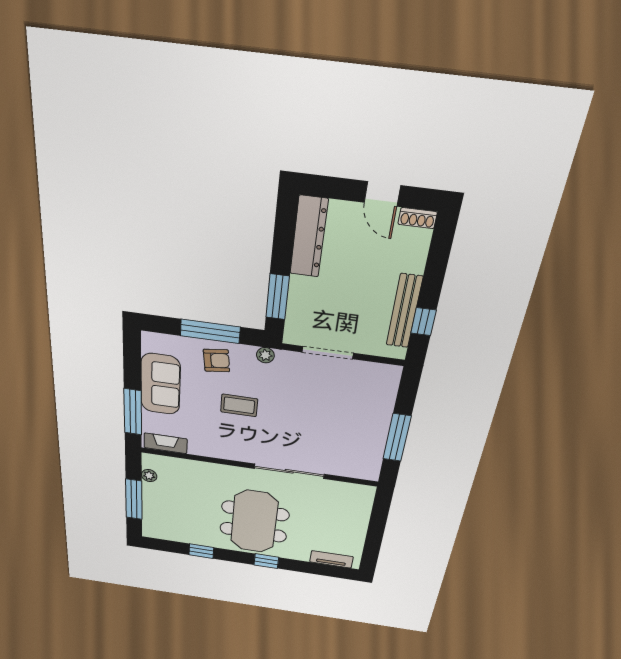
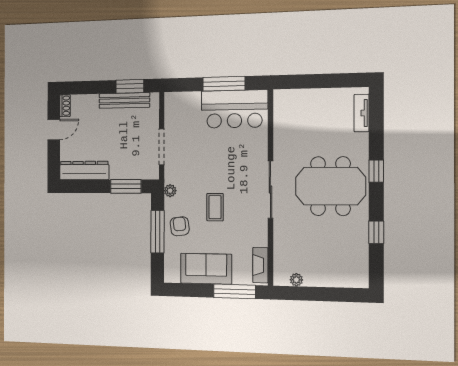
window: (424, 322) -> (130, 86), width x1.50
bar counter: (362, 444) -> (234, 109), added
sliding door: (289, 471) -> (270, 190), moved
window: (134, 499) -> (325, 294), removed

